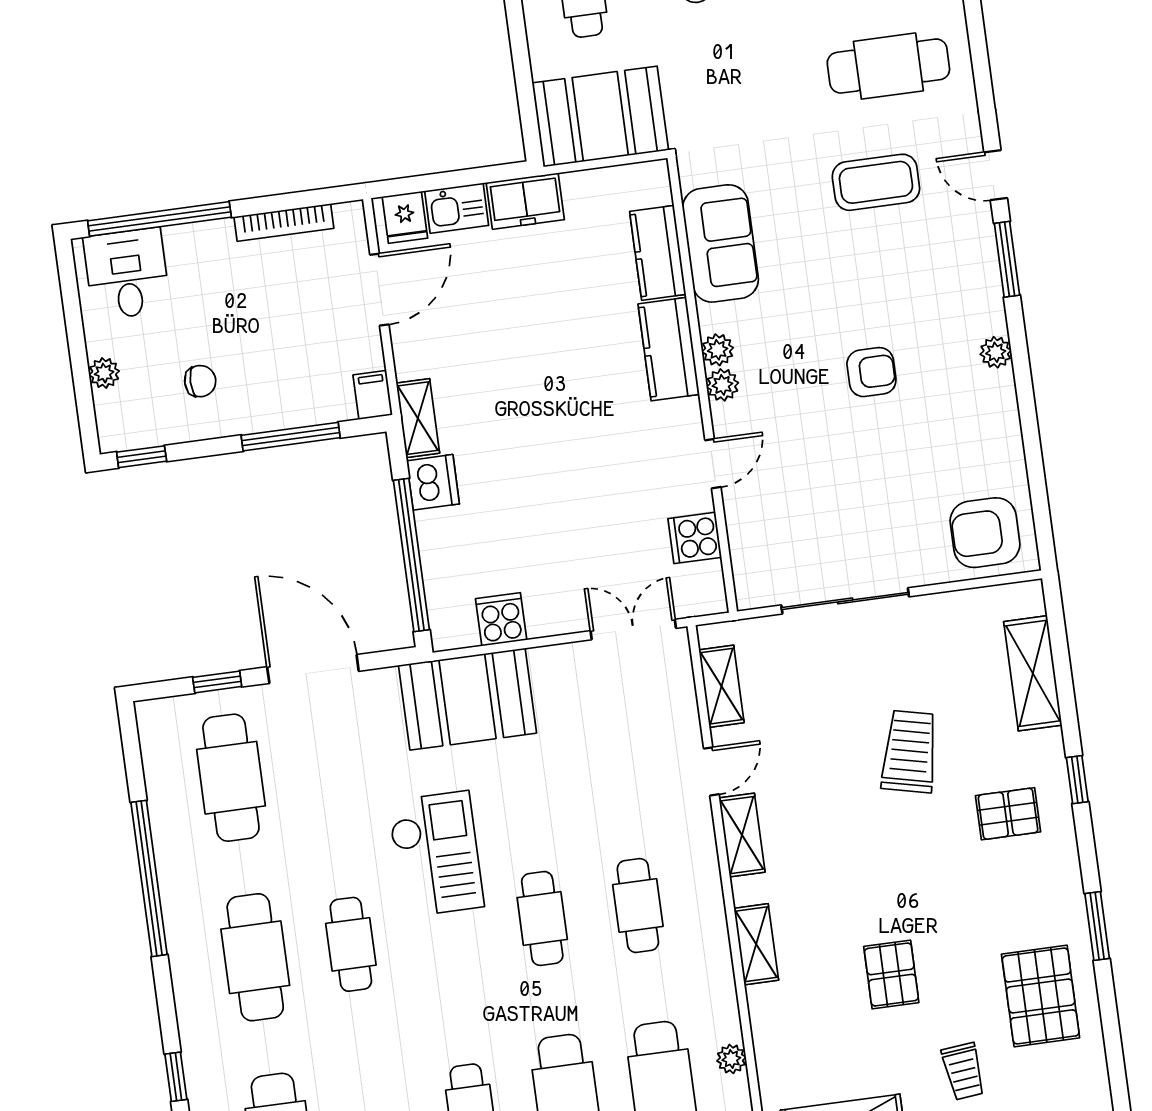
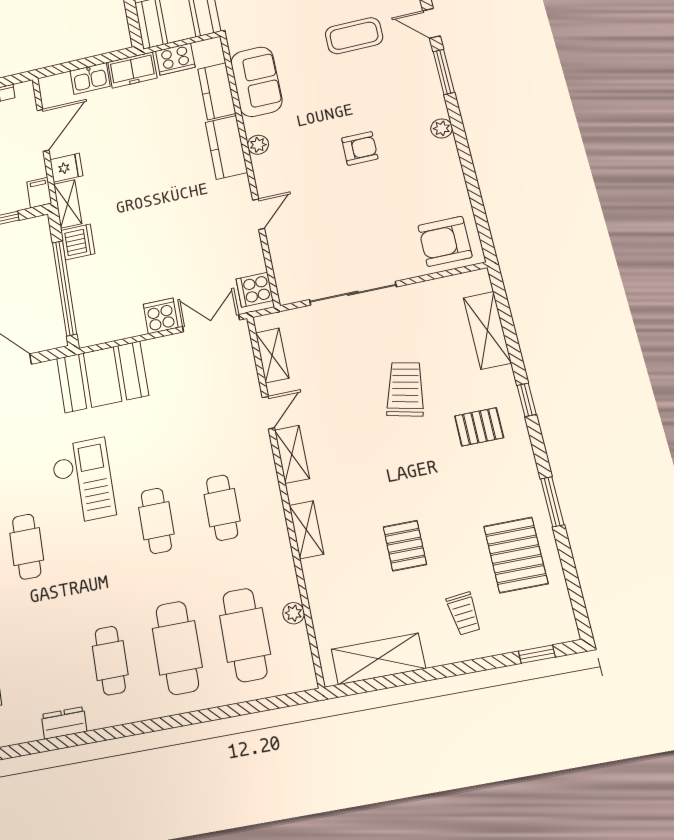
cooker: (594, 190) -> (175, 59), added
fridge: (405, 217) -> (66, 168), moved, turned -90
plant: (723, 385) -> (262, 165), removed
cooker: (695, 538) -> (255, 290), moved
cooker: (501, 619) -> (161, 316), moved

